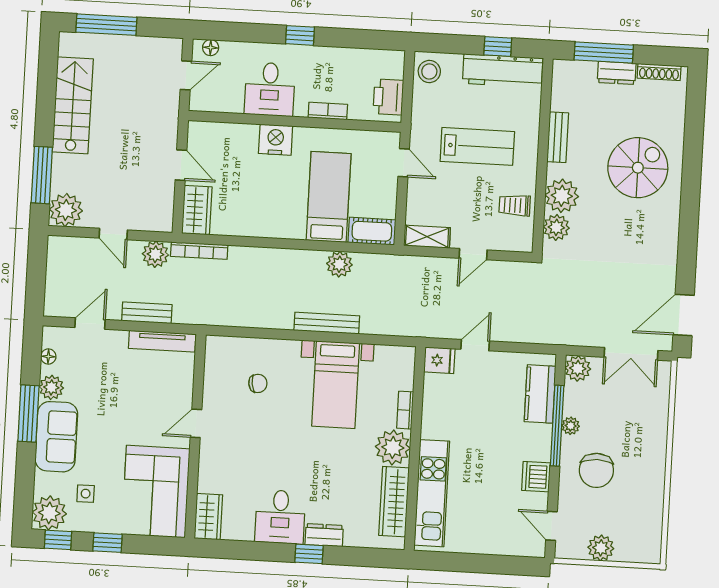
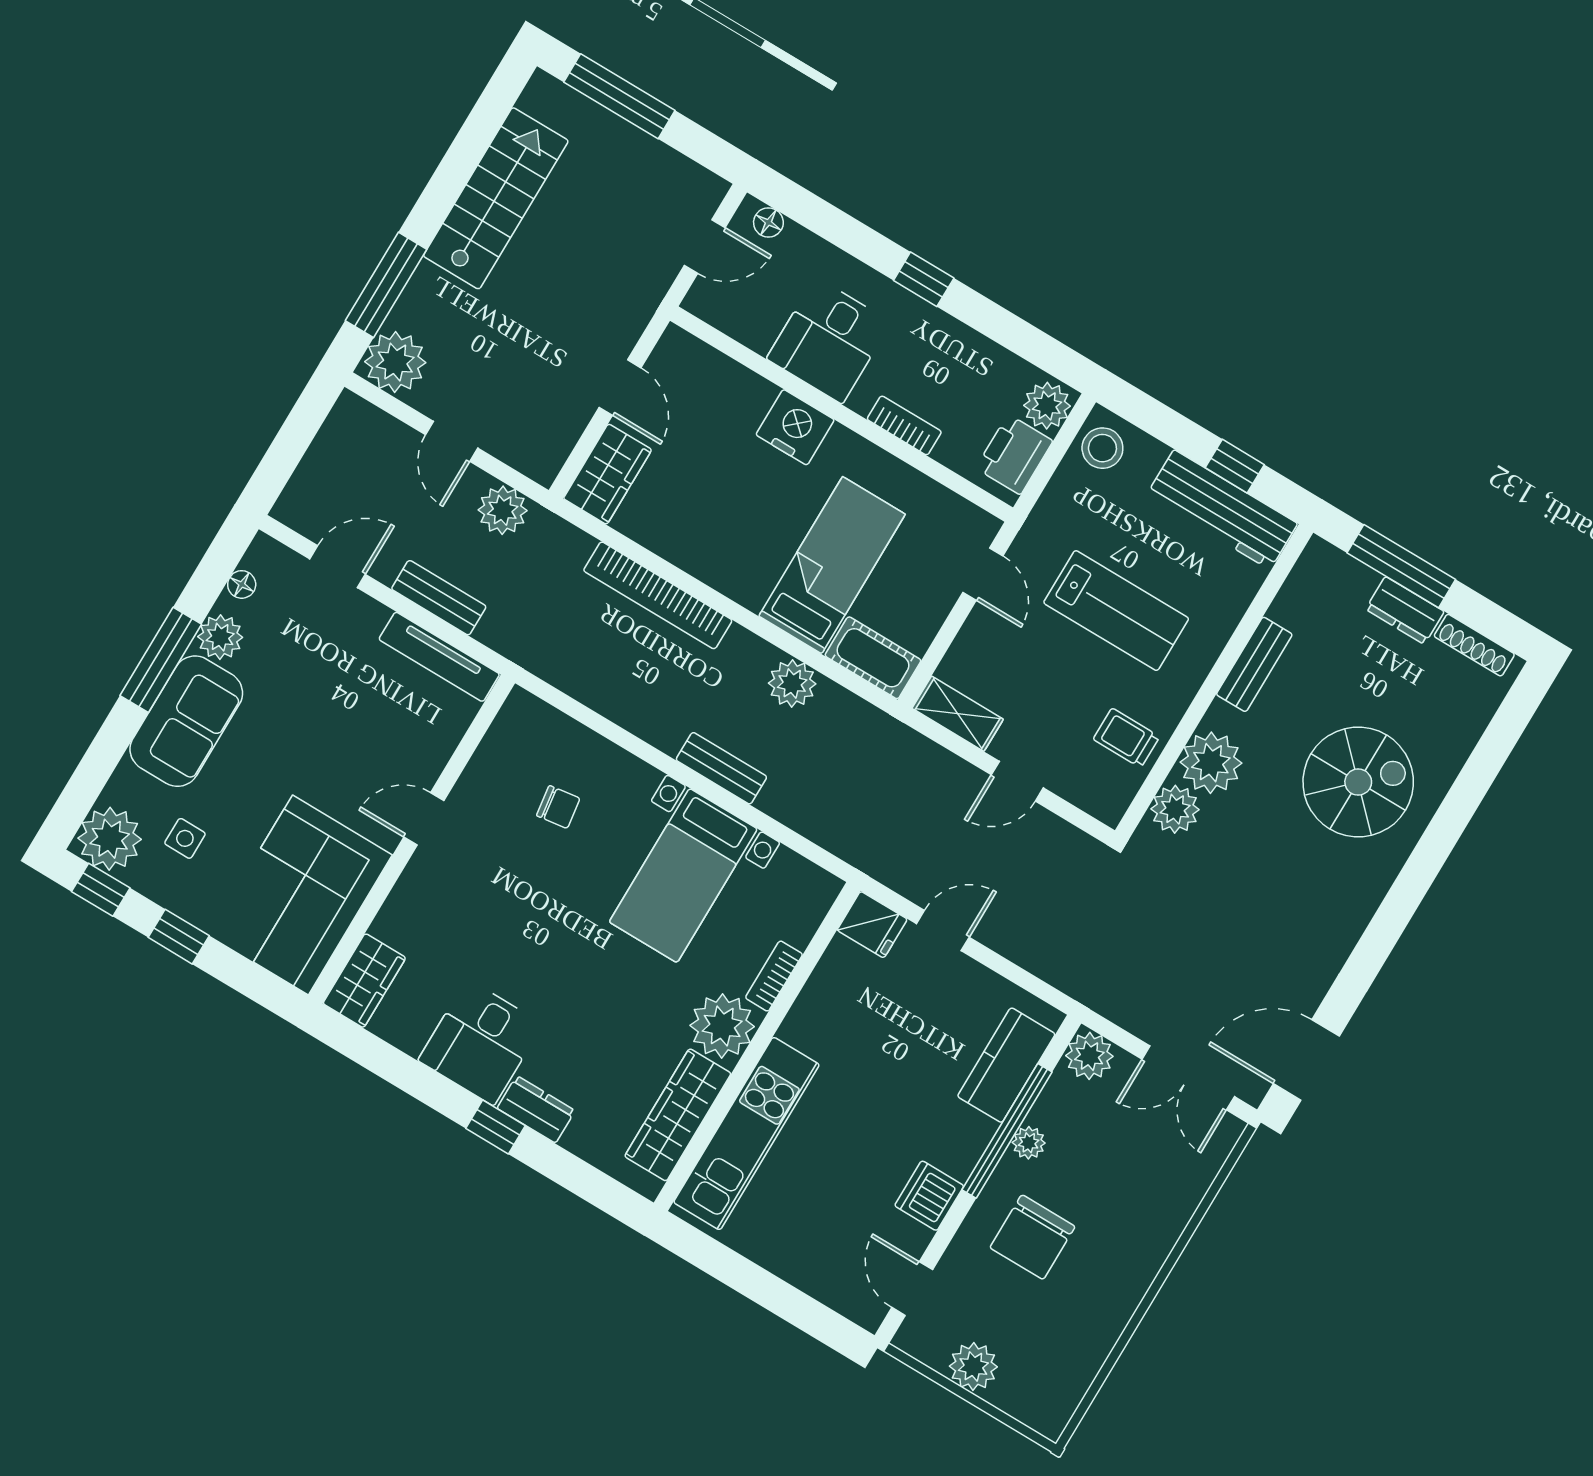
plant: (392, 65) -> (1047, 406), added
bookcase: (199, 251) -> (658, 595), moved, width x1.48, depth x1.31
bench: (327, 323) -> (721, 768), width x0.73

